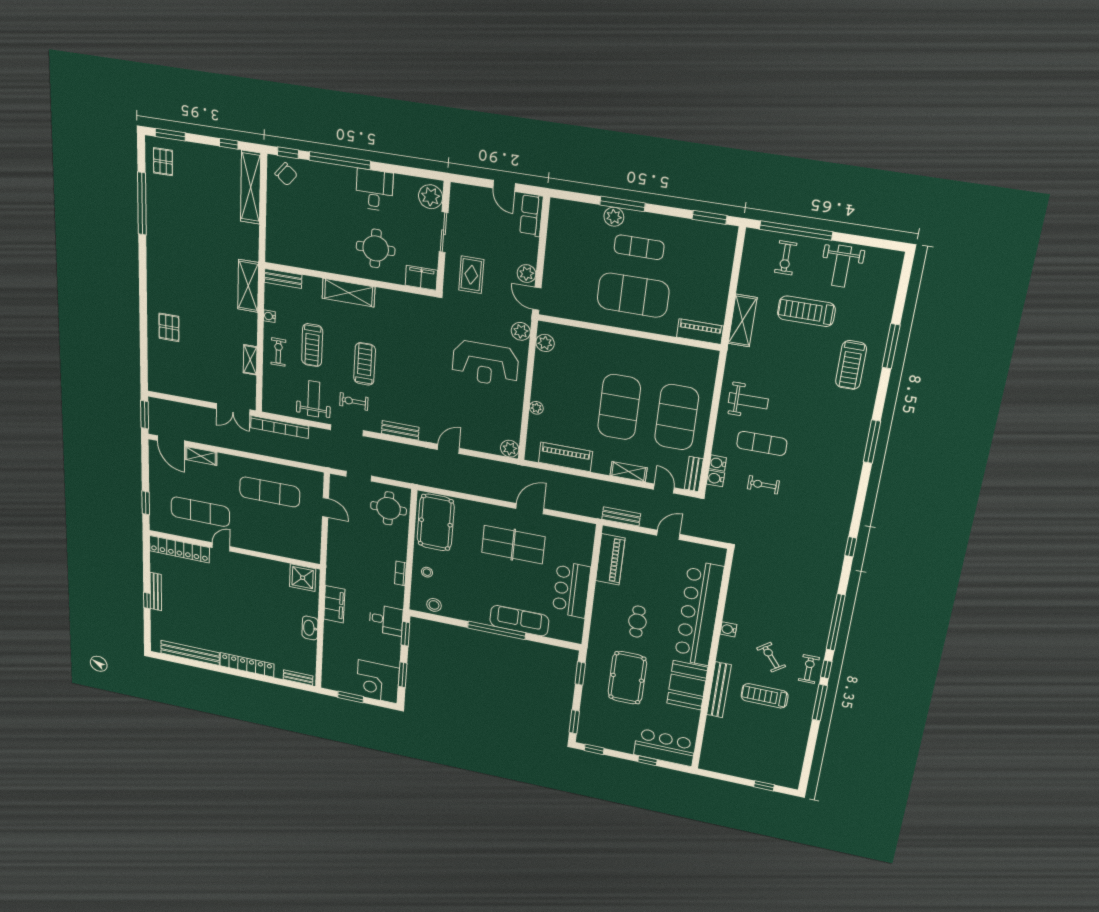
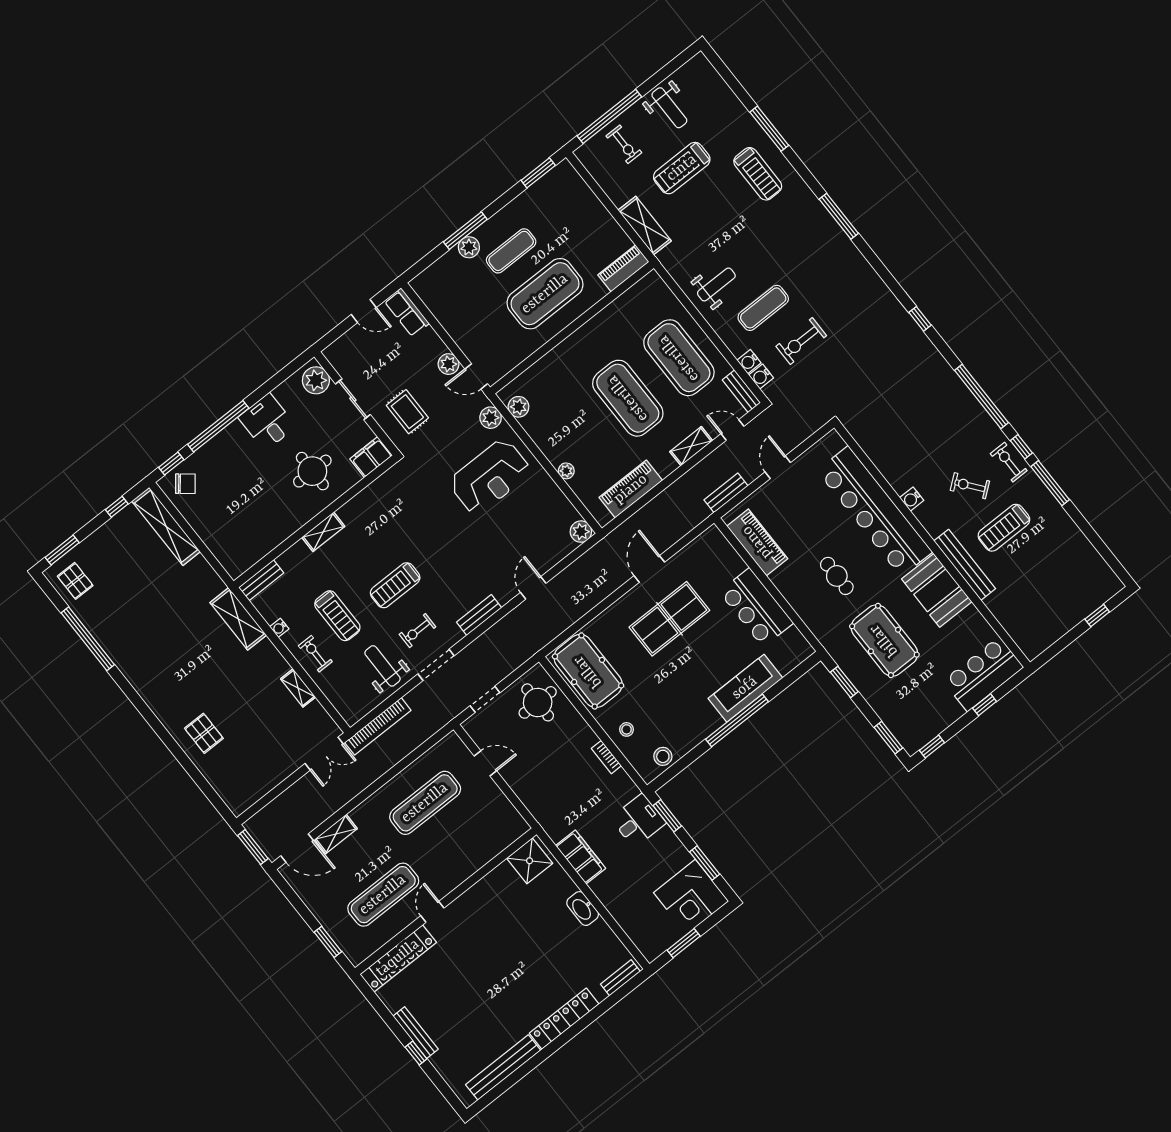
shelving: (349, 293) -> (323, 532), width x0.67, depth x0.75
treadmill: (365, 364) -> (395, 585), turned -90
exercise bike: (763, 485) -> (801, 341), width x1.38, depth x1.39

